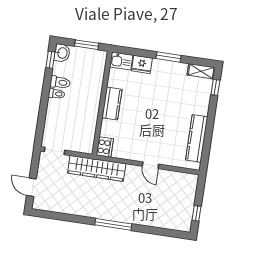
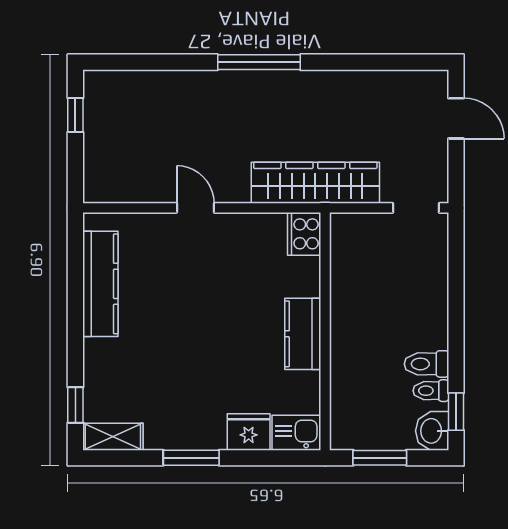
toilet: (57, 94) -> (431, 391), moved

